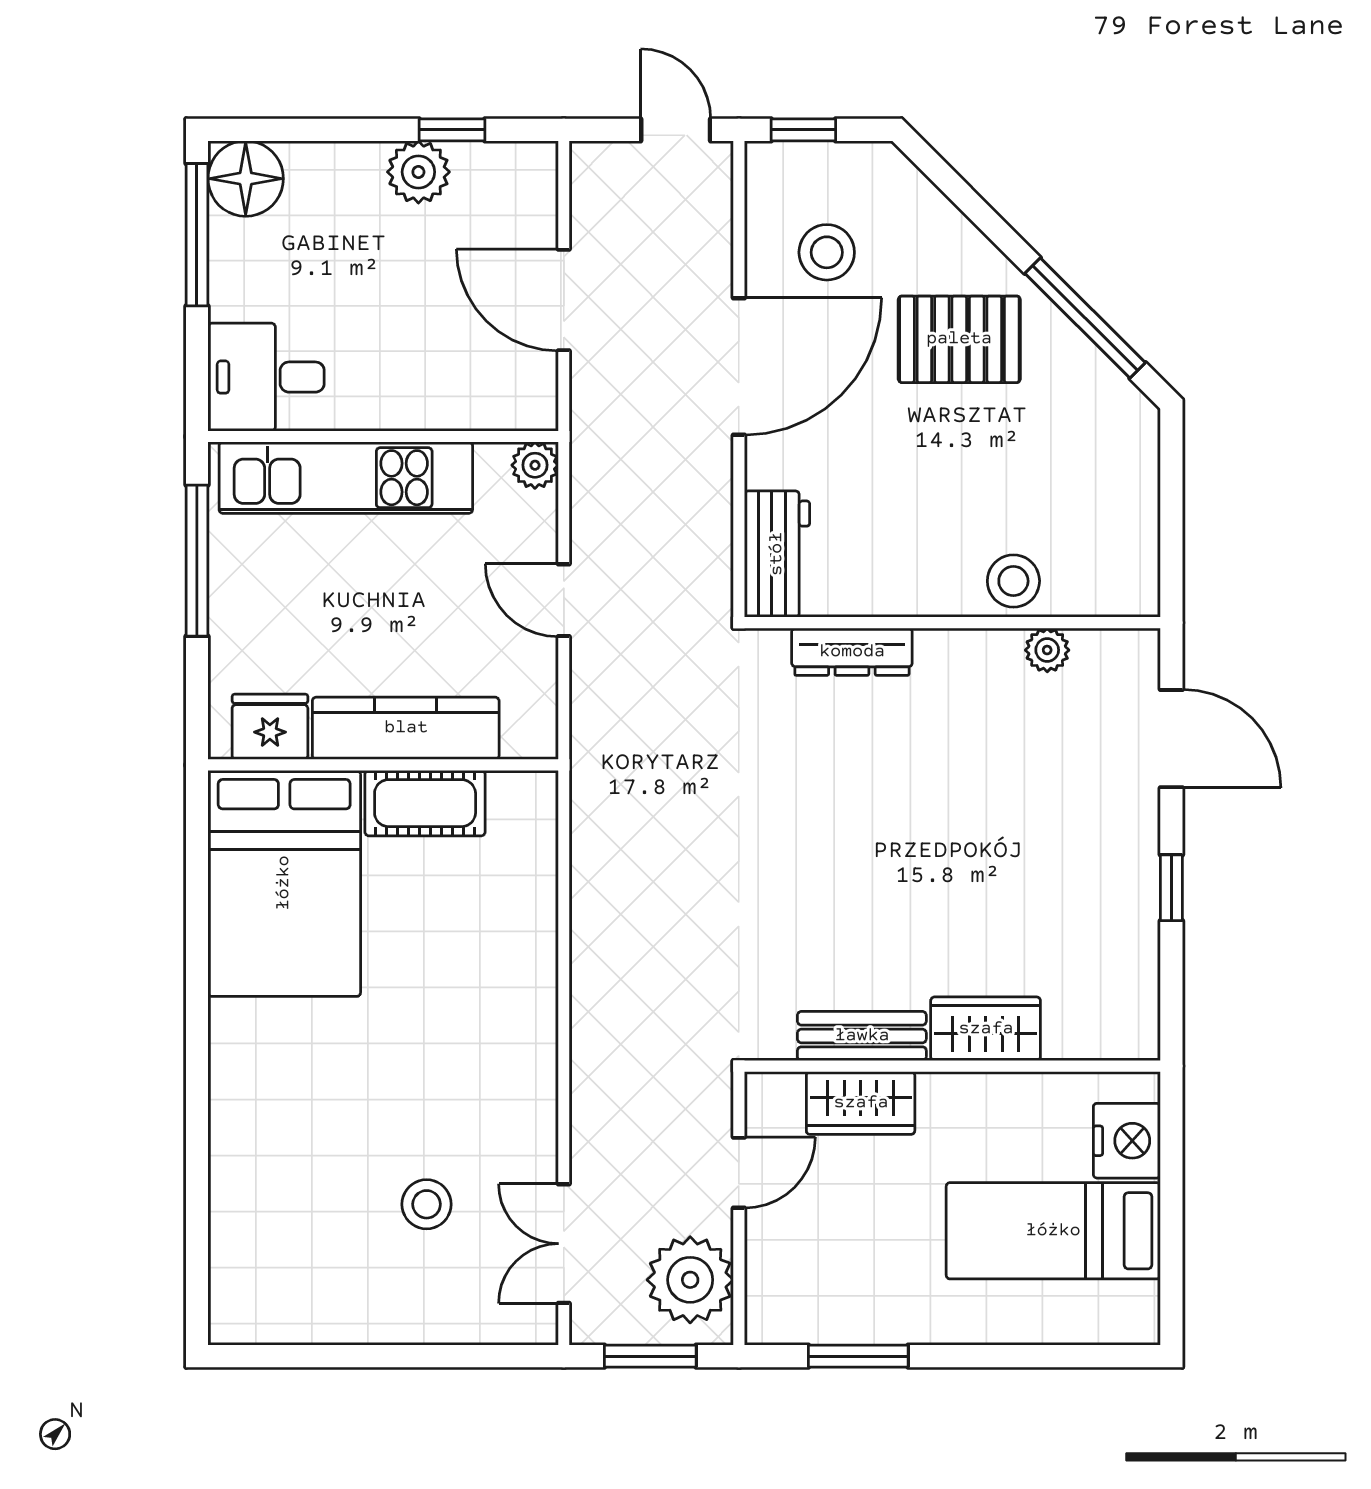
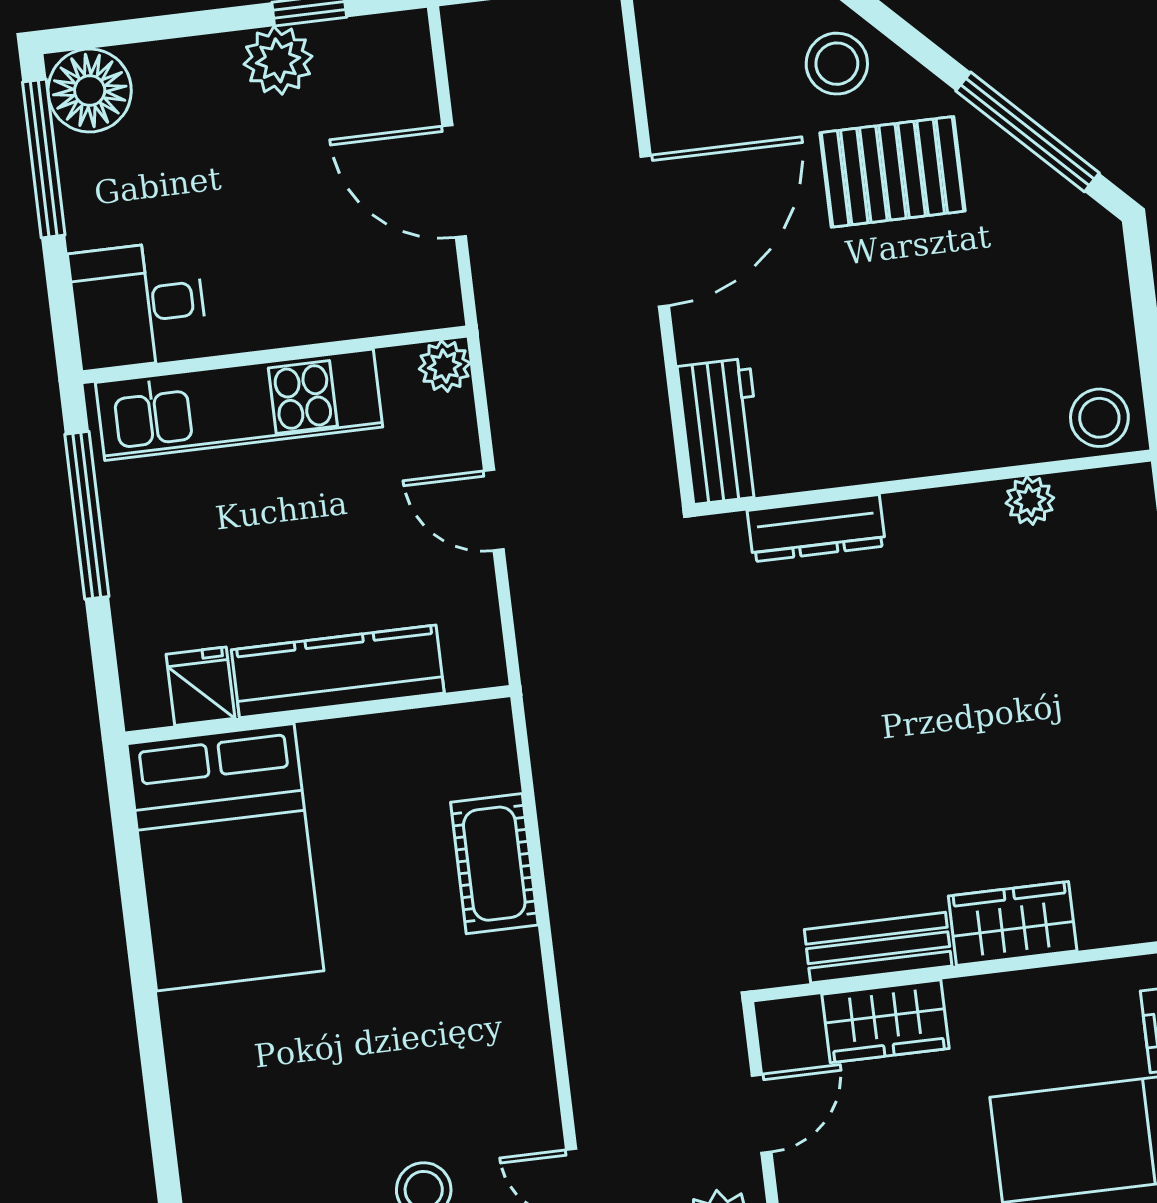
stool: (827, 252) -> (837, 64), moved
stool: (1013, 581) -> (1099, 418), moved
fridge: (270, 727) -> (200, 686), width x0.72
cot: (425, 803) -> (494, 864), moved, turned 90

